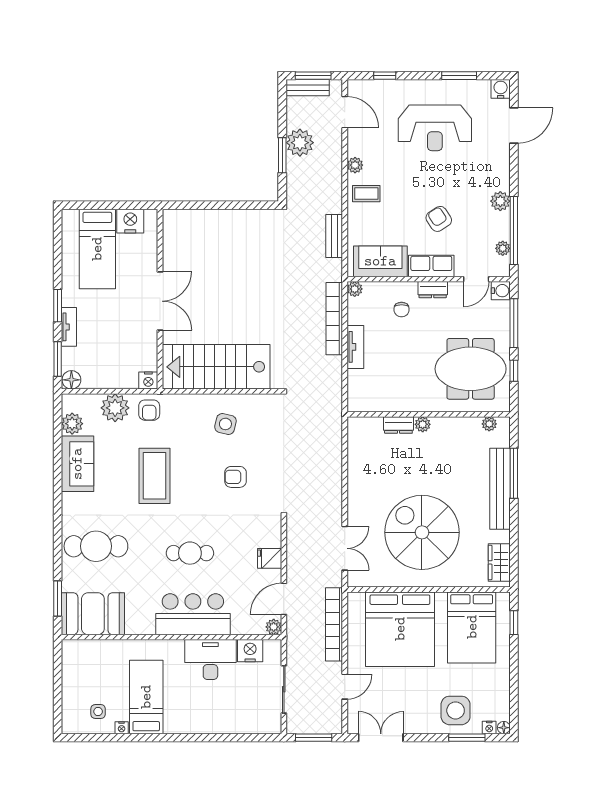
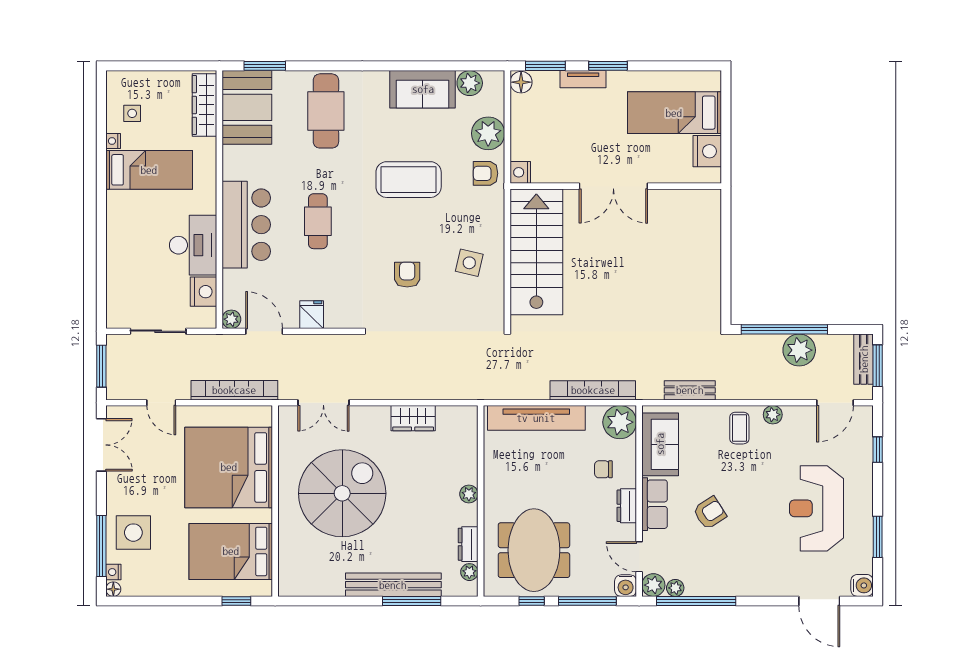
window: (282, 155) -> (784, 329), width x2.11
plant: (500, 201) -> (653, 585), moved
plant: (355, 289) -> (620, 422), width x1.87, depth x1.87
tv unit: (355, 347) -> (536, 418), width x1.92, depth x1.29
dresser: (398, 425) -> (468, 544), moved
wardrobe: (499, 562) -> (413, 418), moved, turned 180
wardrobe: (91, 650) -> (205, 105), added
window: (467, 738) -> (101, 546), width x1.44

